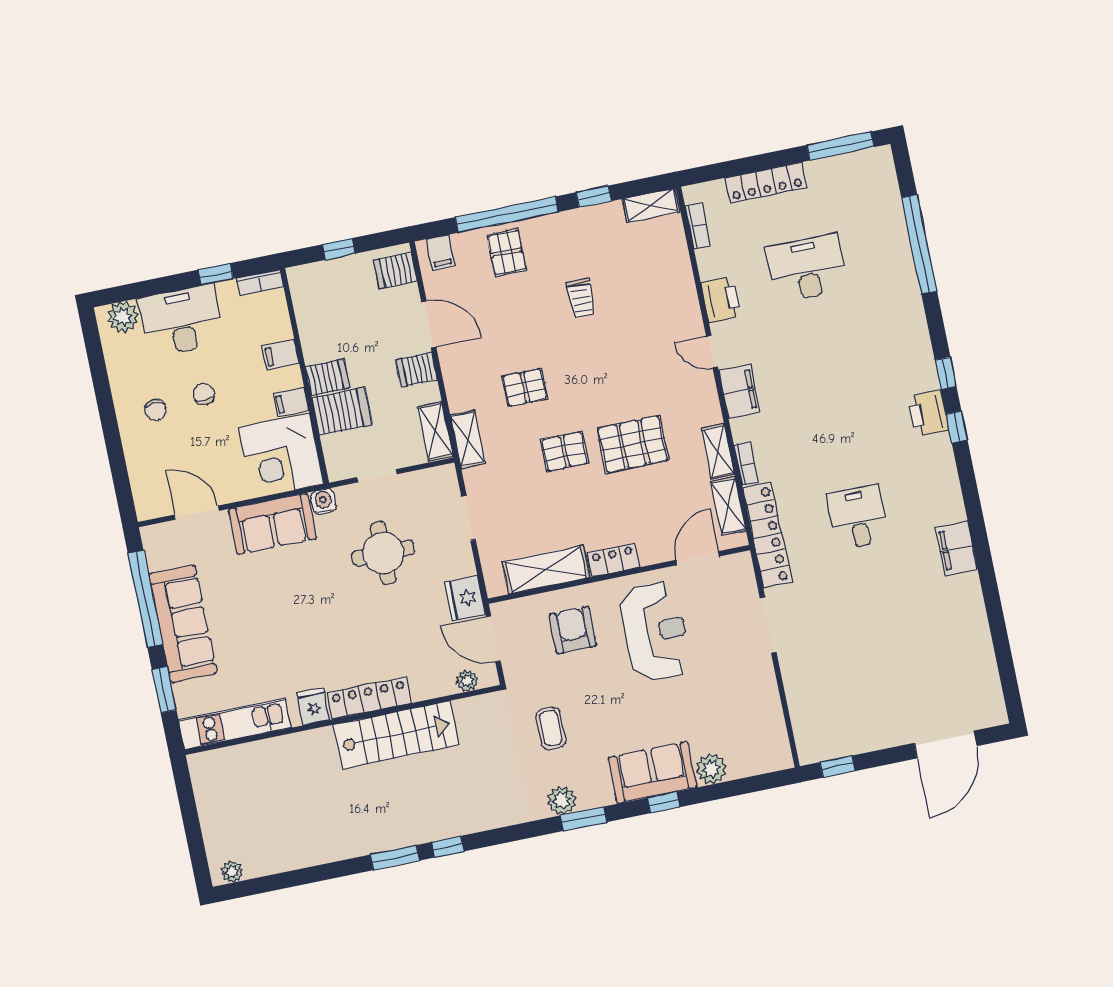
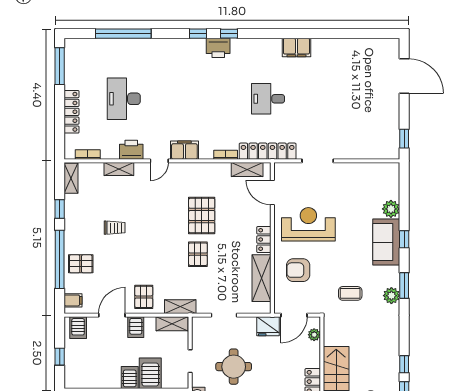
pallet: (525, 388) -> (144, 297), moved
shelving: (718, 451) -> (119, 169), moved

